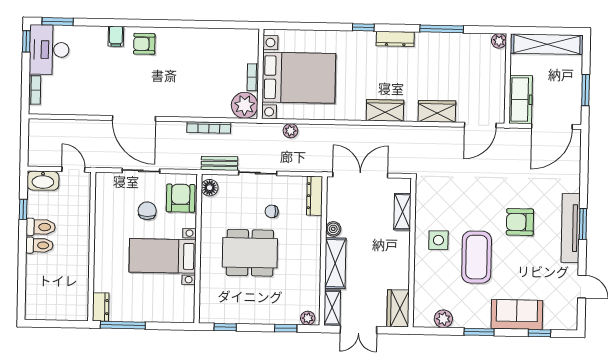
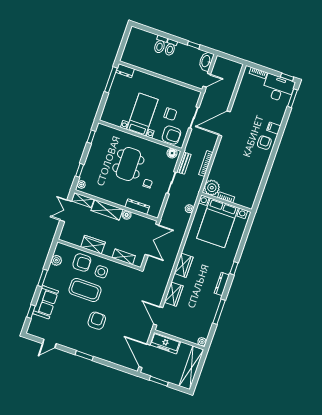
dresser: (315, 196) -> (137, 207), moved
toilet: (41, 227) -> (160, 45), moved
tv unit: (571, 228) -> (84, 348), removed
armchair: (434, 277) -> (82, 262), added
wardrobe: (398, 308) -> (93, 245), moved

